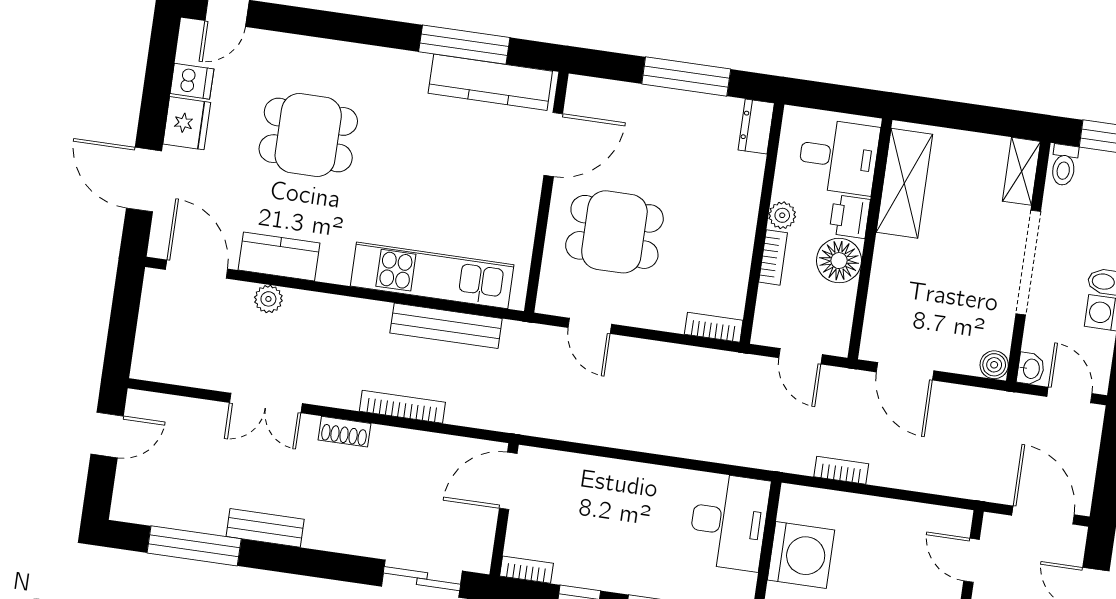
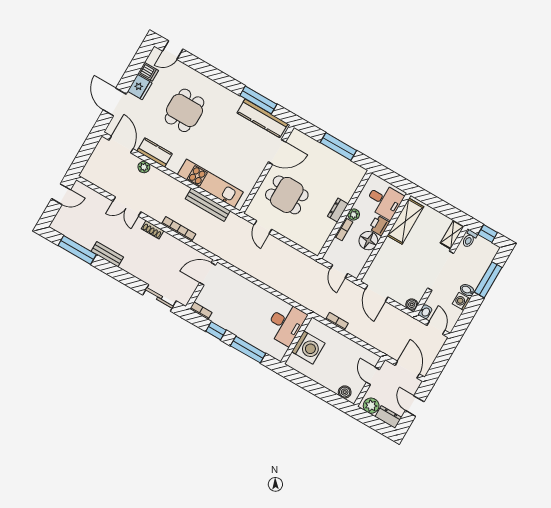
dresser: (756, 127) -> (338, 210), moved
dining table: (308, 135) -> (185, 110), turned 90
bookcase: (714, 327) -> (310, 247), removed

